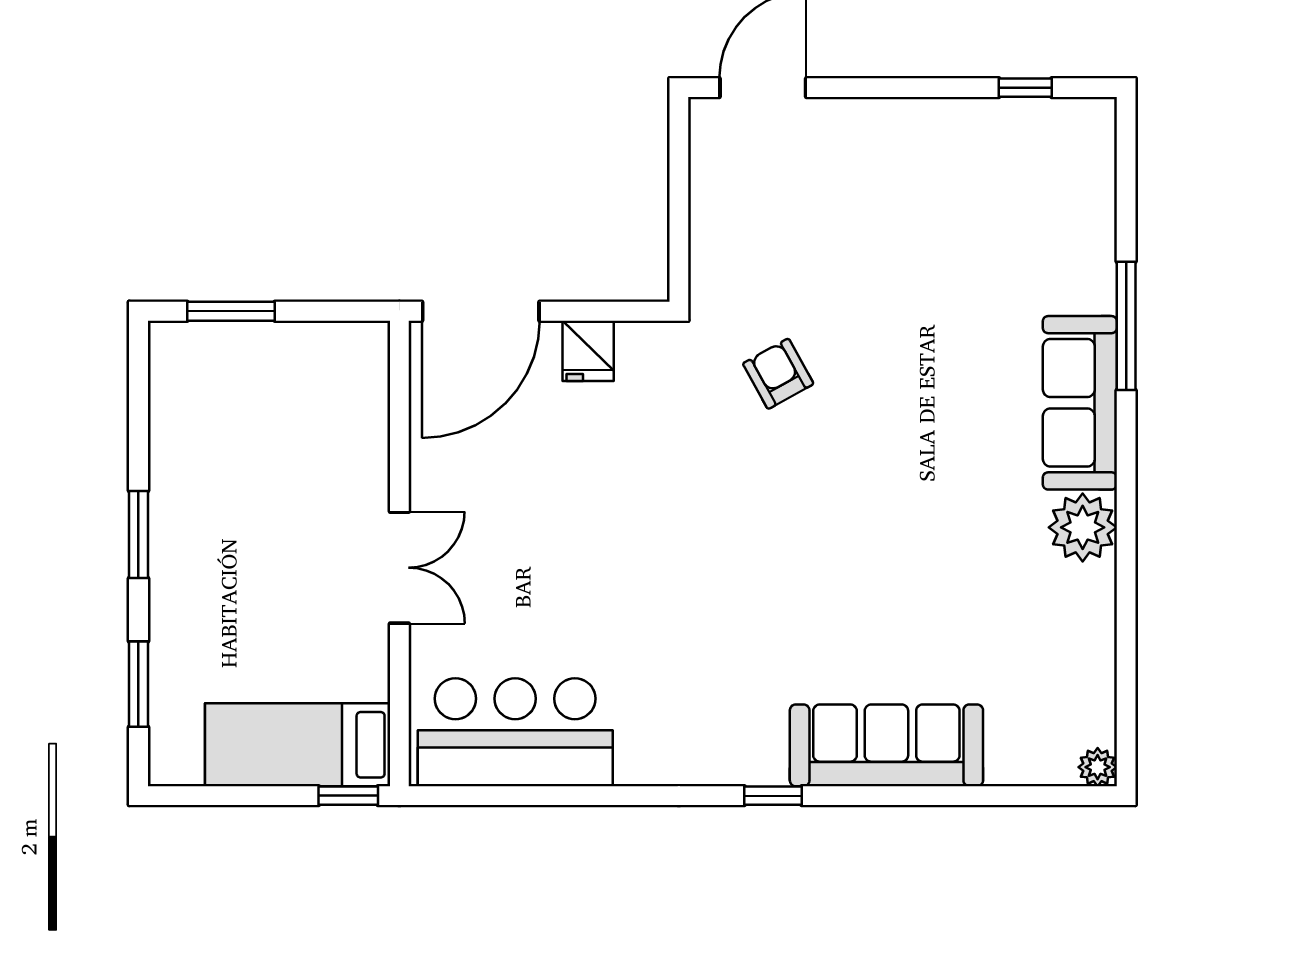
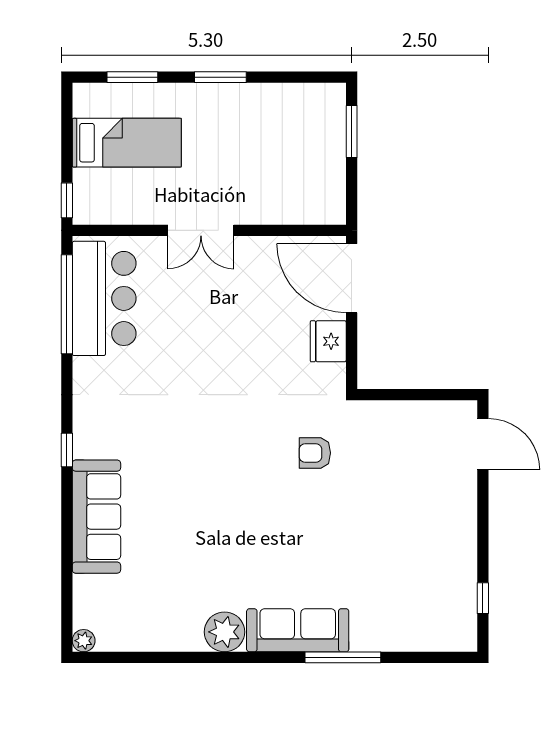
fridge: (588, 351) -> (328, 341), width x1.38
armchair: (778, 374) -> (315, 453), turned -151
bed: (298, 745) -> (127, 143), moved, turned 90
window: (525, 796) -> (67, 304), added

